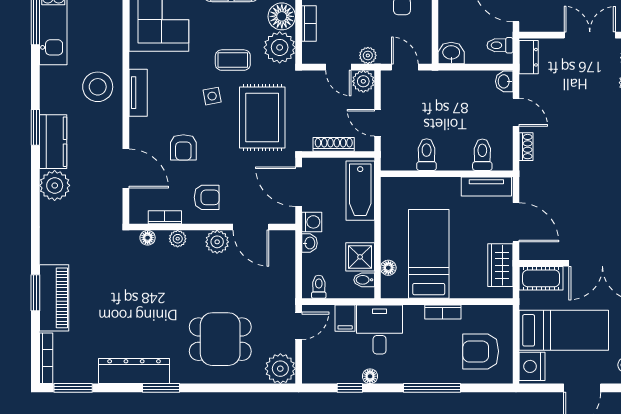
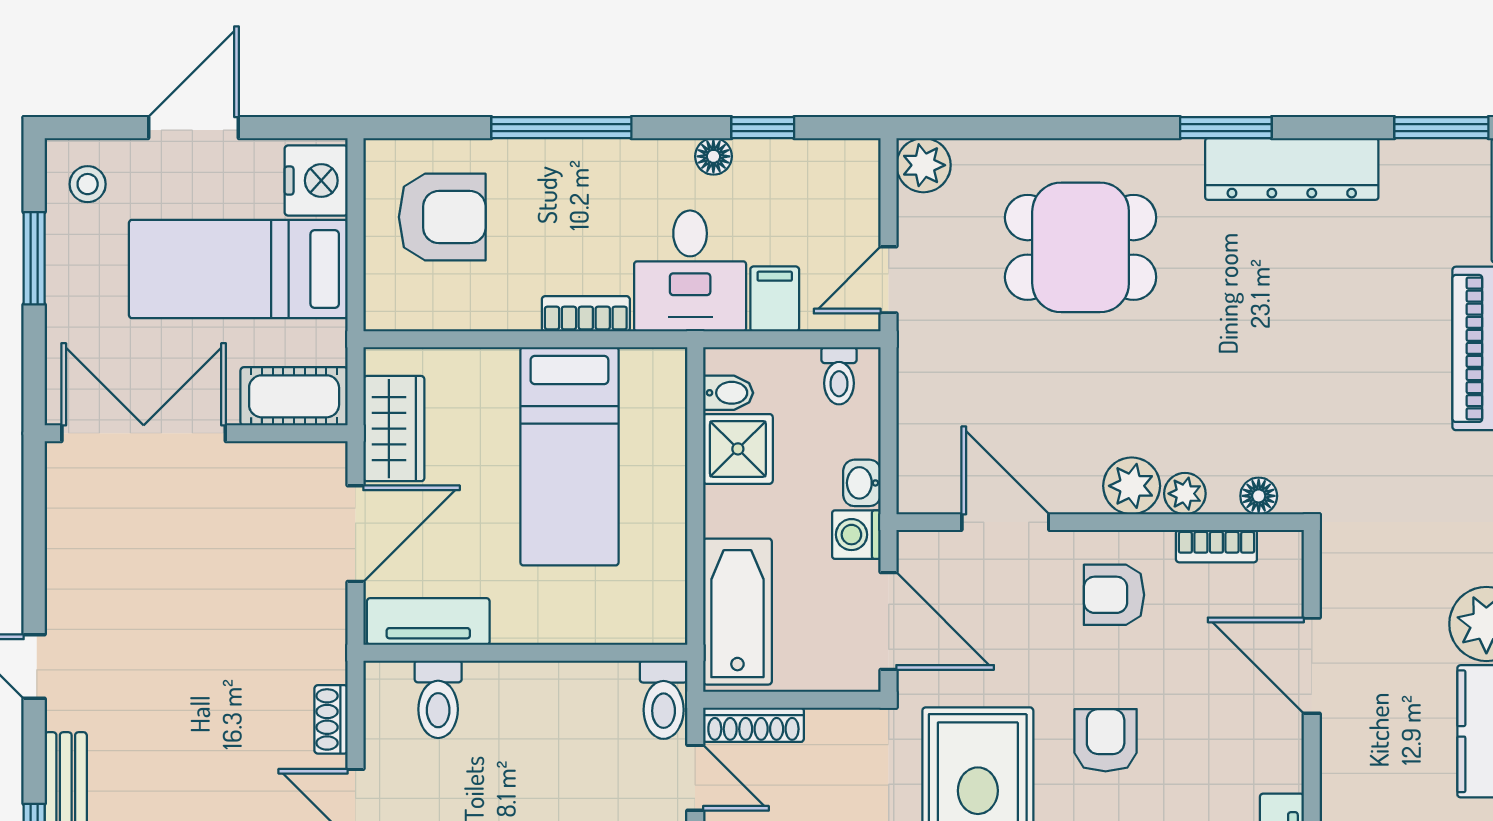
shoe rack: (334, 144) -> (753, 725), moved
armchair: (183, 147) -> (1106, 740), moved
toilet: (427, 155) -> (664, 700), moved
door: (516, 222) -> (356, 534), swing flipped
plant: (217, 242) -> (1132, 486), moved
floor lamp: (388, 268) -> (669, 422), removed
bookcase: (443, 312) -> (586, 314), moved
plant: (280, 369) -> (923, 165), width x0.73, depth x0.73

